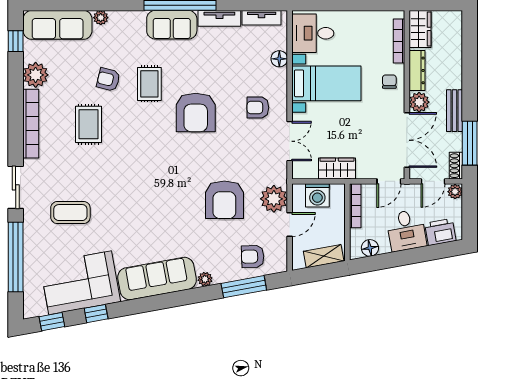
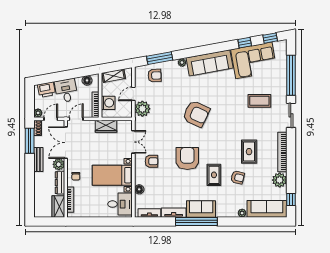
double door: (290, 141) -> (133, 142), swing flipped
washing machine: (317, 195) -> (108, 103), moved, turned 90
armchair: (224, 200) -> (196, 114), moved, turned 115

